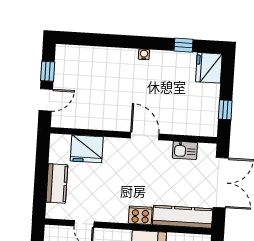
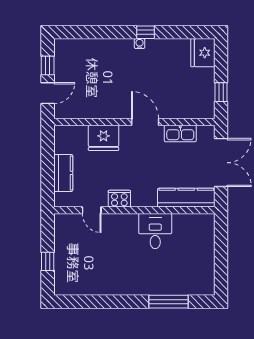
window: (184, 45) -> (145, 32), moved
fridge: (87, 149) -> (104, 138), moved
kitchen sink: (185, 150) -> (180, 134), width x1.38
cooker: (140, 215) -> (119, 199), moved

